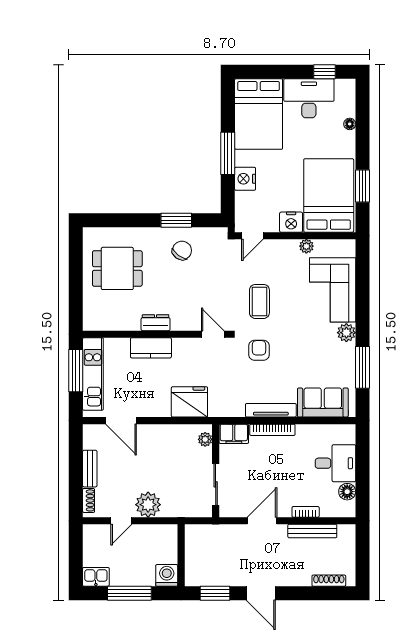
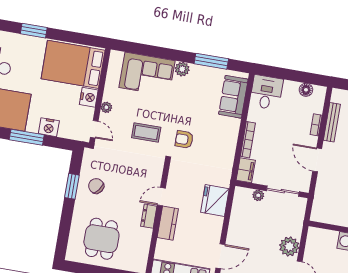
floor lamp: (350, 124) -> (20, 38), removed
window: (362, 186) -> (34, 31), moved
plant: (306, 246) -> (106, 107), moved
door: (213, 334) -> (161, 197), moved
tv unit: (271, 410) -> (232, 138), removed
plant: (205, 439) -> (258, 195), moved
desk: (335, 463) -> (266, 92), moved

